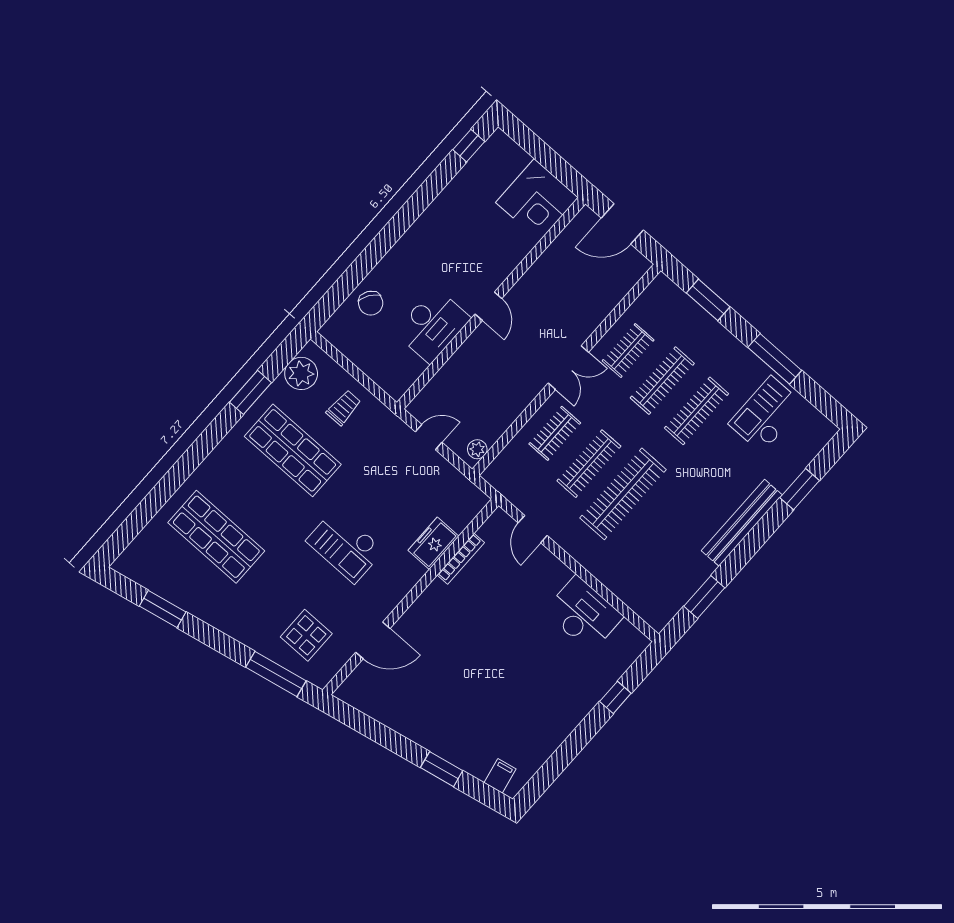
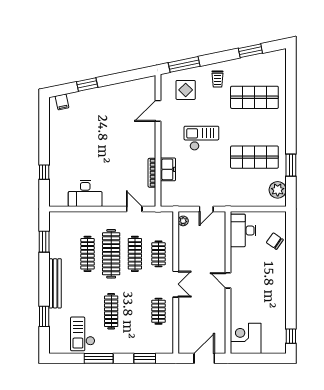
desk: (432, 325) -> (243, 230), moved
double door: (568, 368) -> (176, 284), swing flipped
clothes rail: (662, 381) -> (87, 254), moved
trolley: (344, 408) -> (217, 79), moved
checkout: (767, 415) -> (83, 334), turned 180

